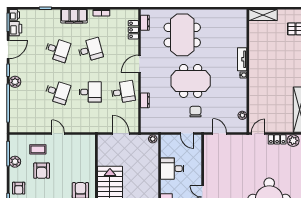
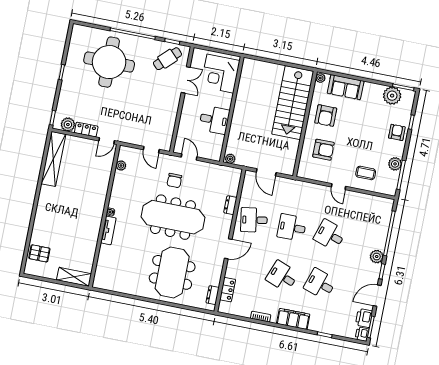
desk: (90, 50) -> (282, 276), turned 36
meeting table: (191, 81) -> (173, 217), width x1.36
armchair: (42, 171) -> (323, 150), moved, turned 90

